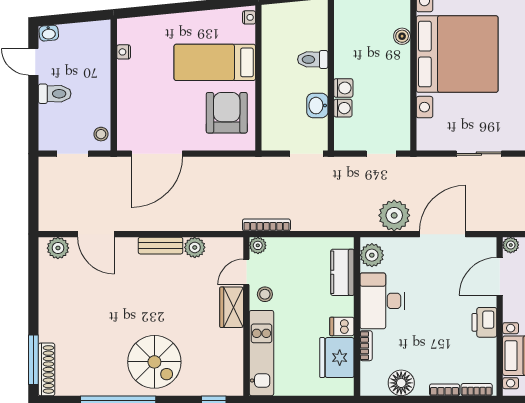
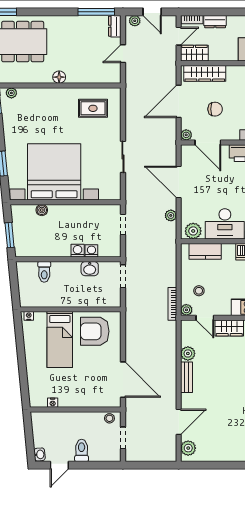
toilet: (313, 59) -> (44, 272), moved
plant: (394, 215) -> (171, 215), width x0.53, depth x0.53
stool: (265, 294) -> (199, 291), moved

